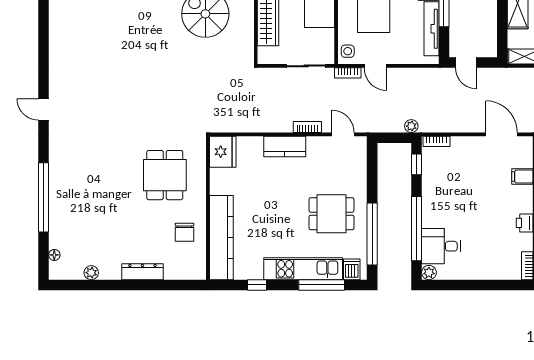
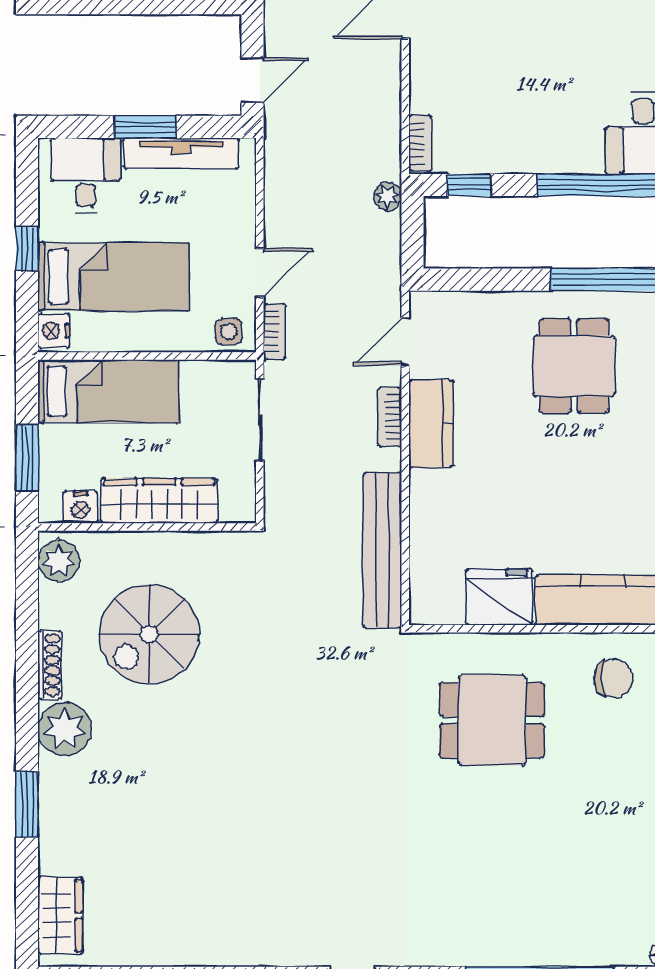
bench: (245, 124) -> (382, 551), added
kitchen counter: (285, 146) -> (431, 424), moved
fridge: (223, 152) -> (499, 597), moved

